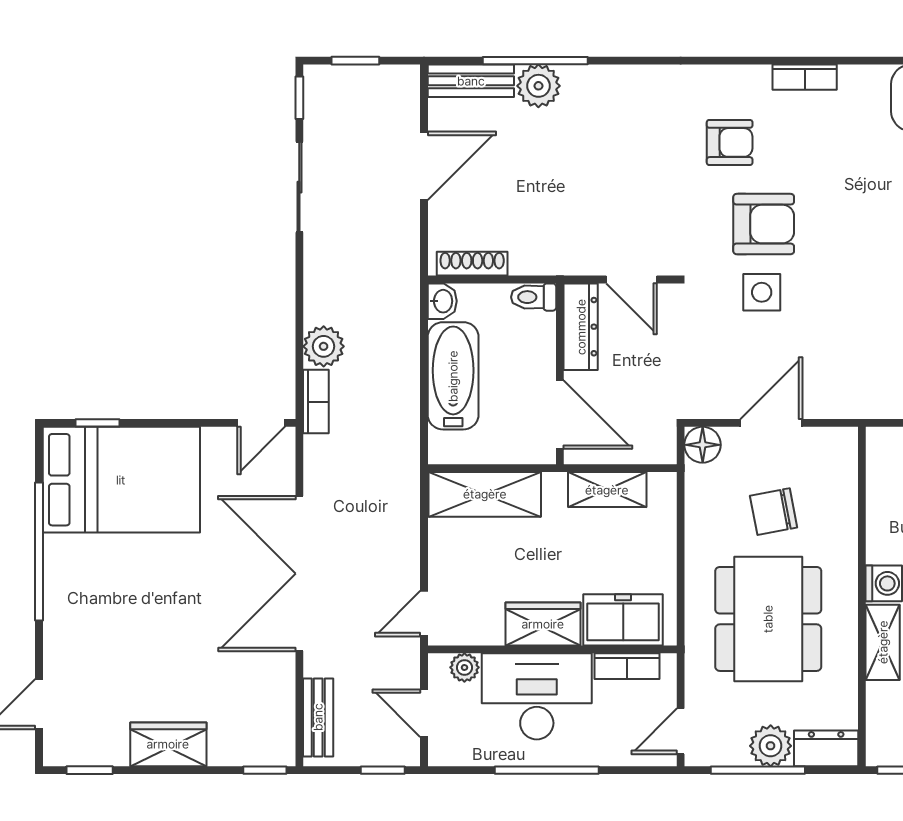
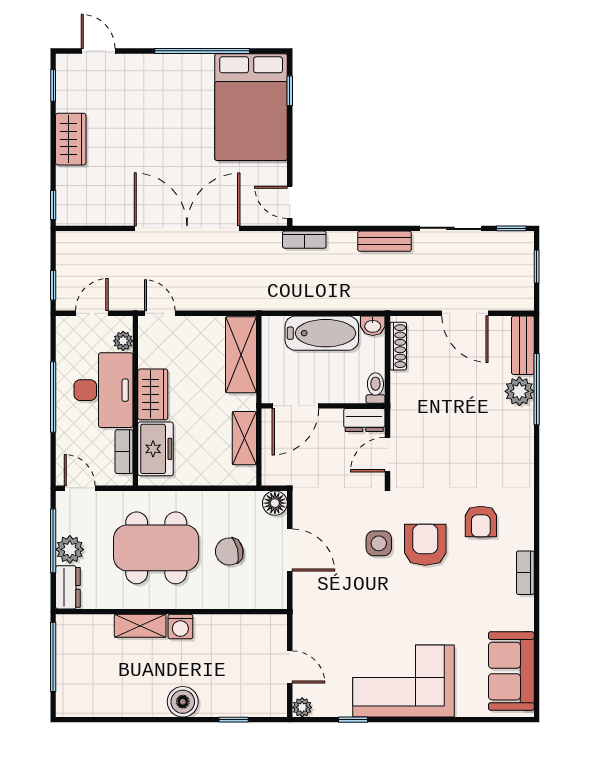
armchair: (764, 224) -> (425, 545), turned 180
dresser: (581, 327) -> (364, 420), width x0.70
plant: (324, 346) -> (342, 245), removed
chair: (774, 512) -> (229, 552), turned -92
bench: (318, 717) -> (385, 241), moved

